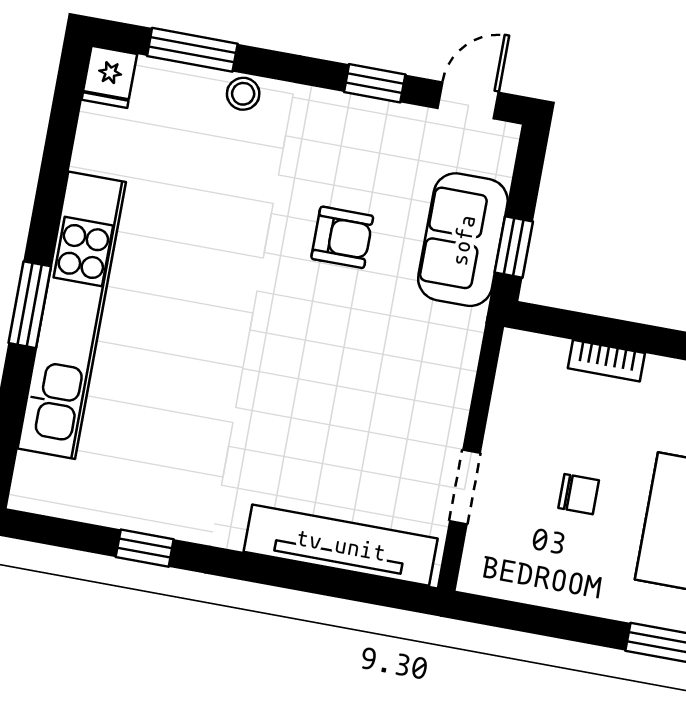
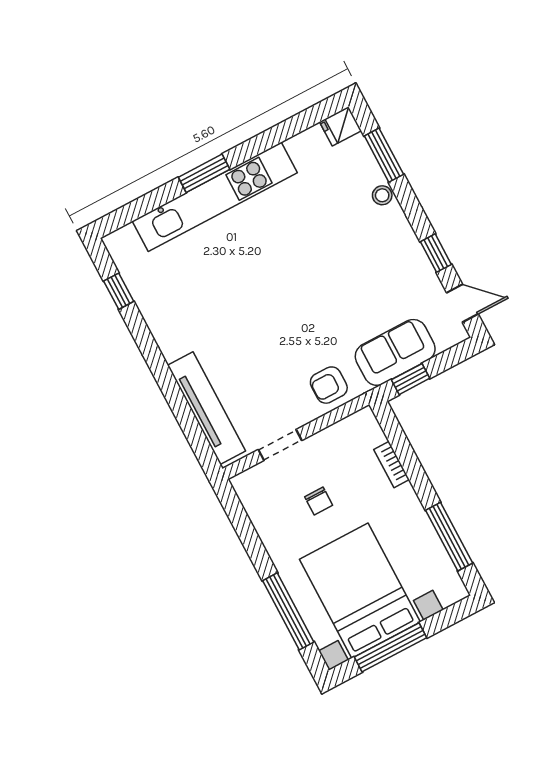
armchair: (342, 237) -> (329, 385), moved, turned 90
window: (145, 548) -> (119, 291), moved

